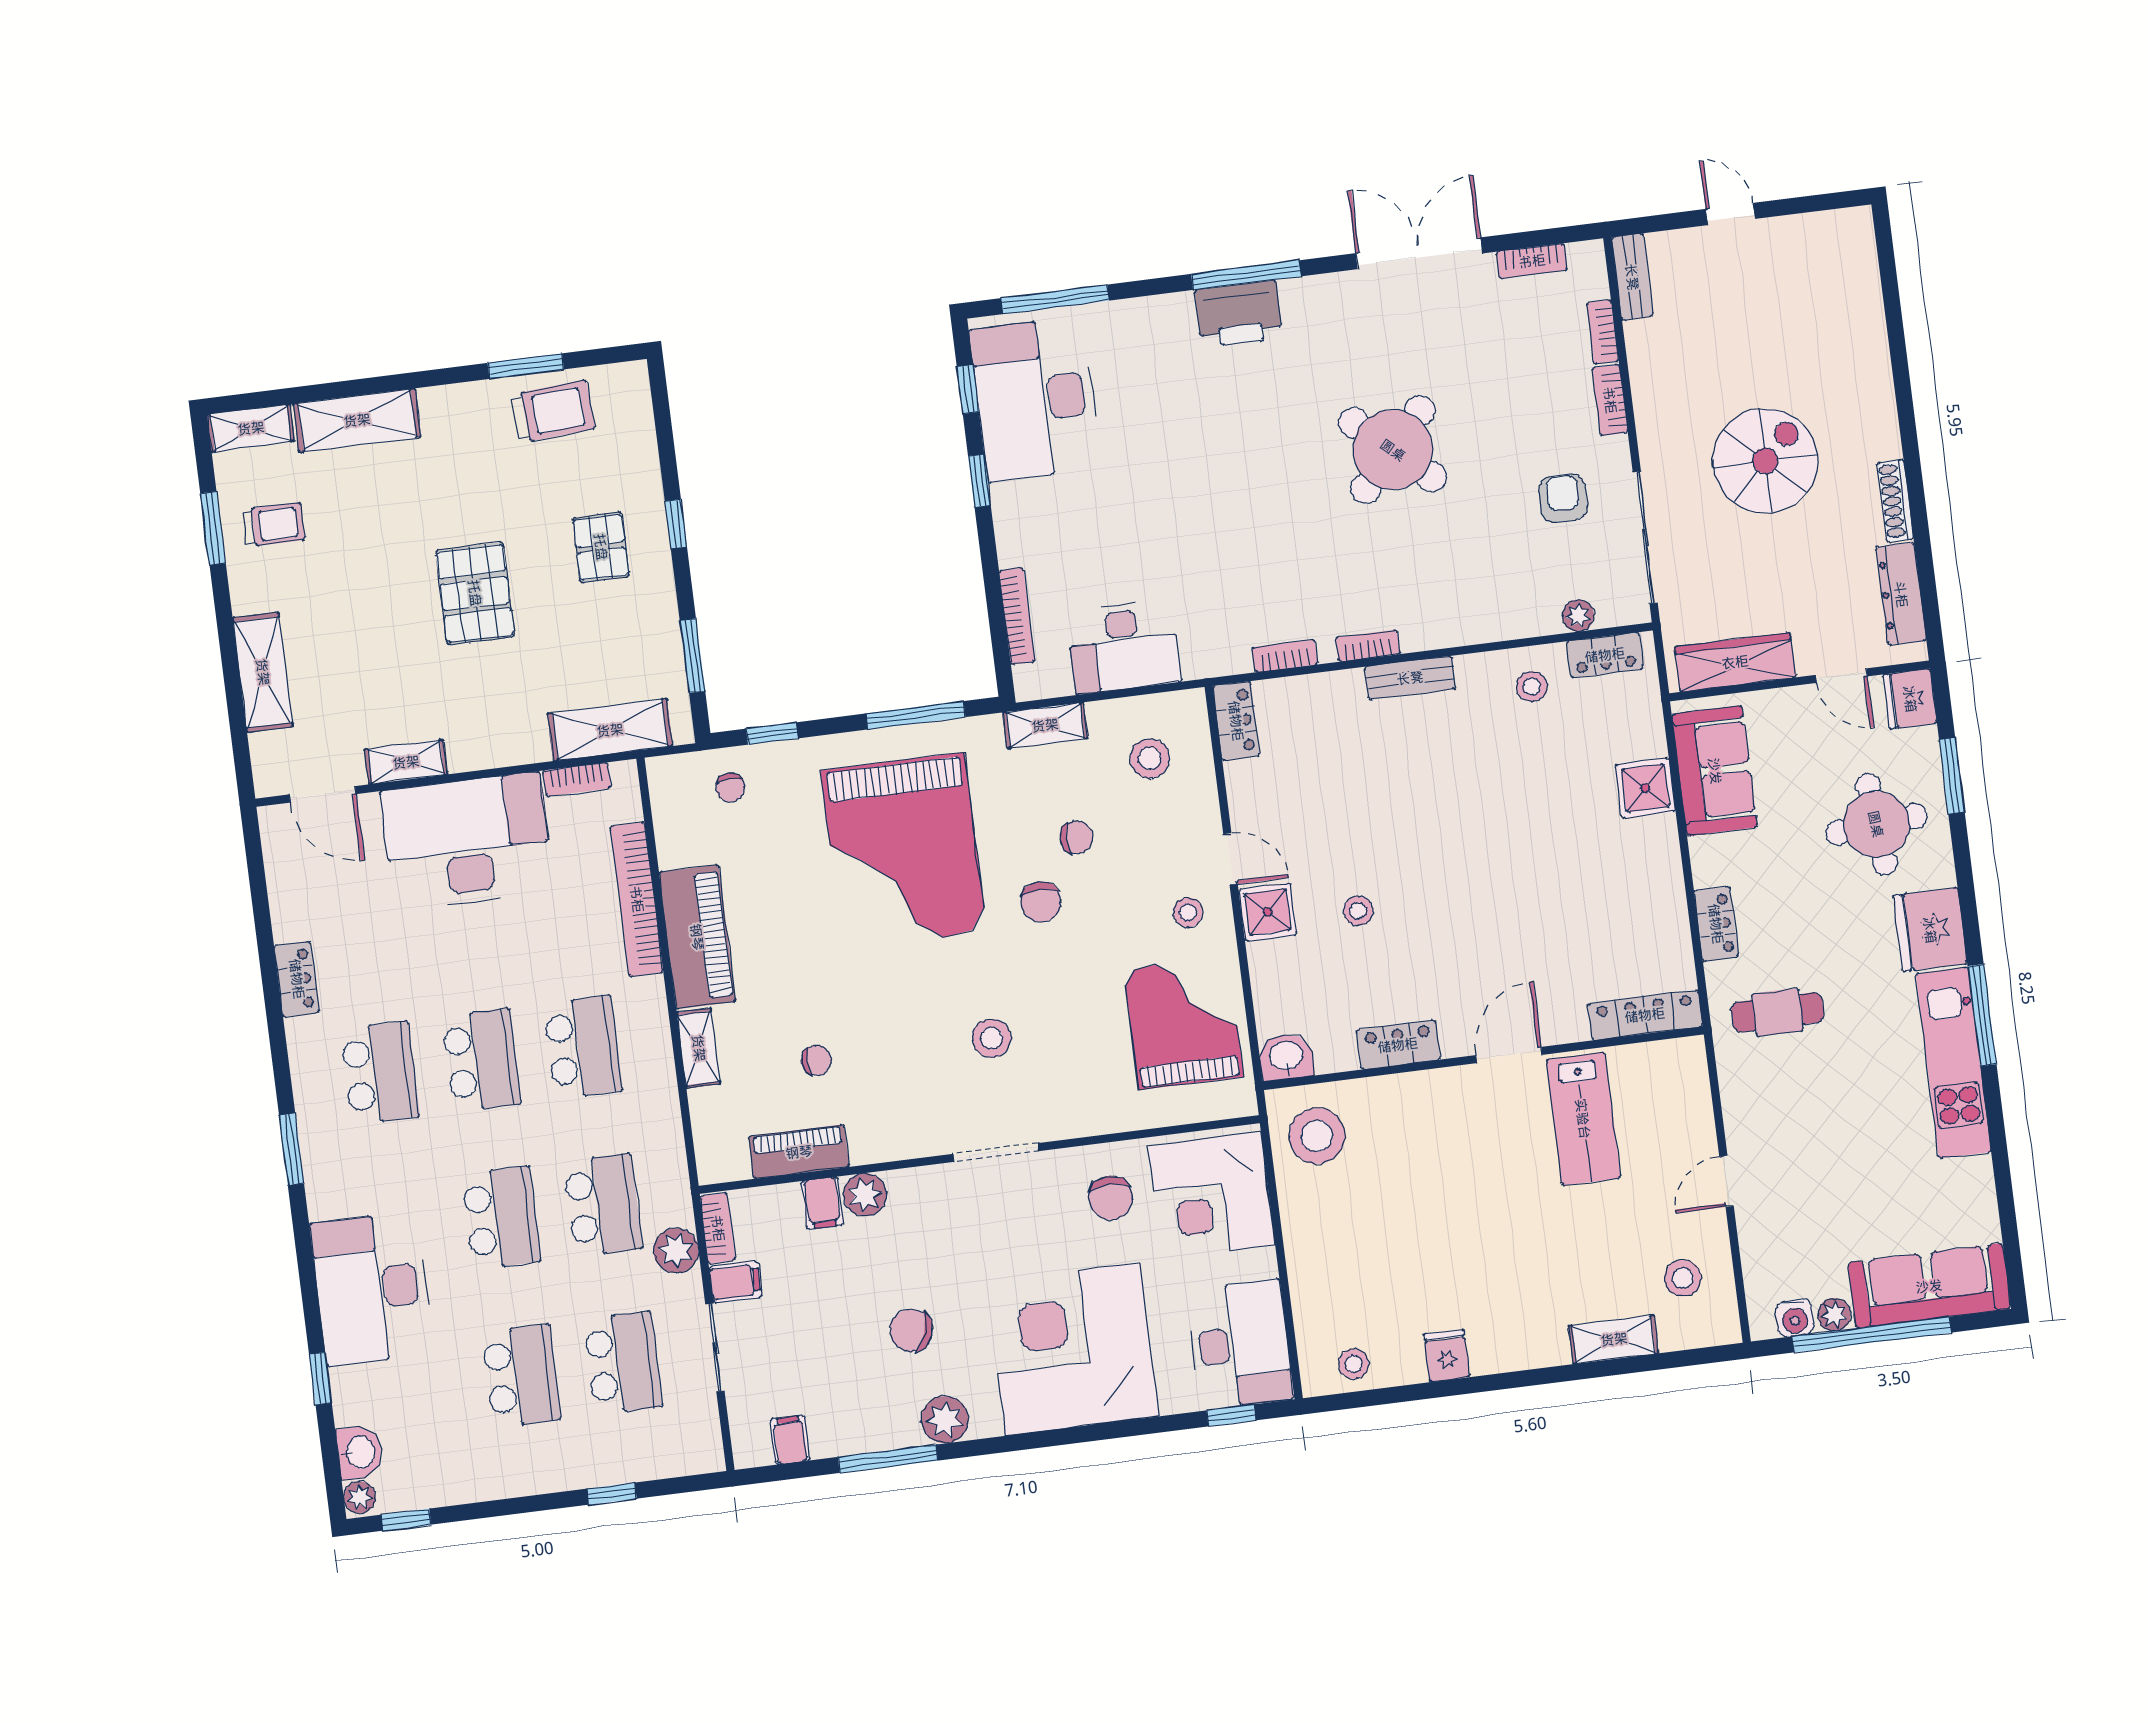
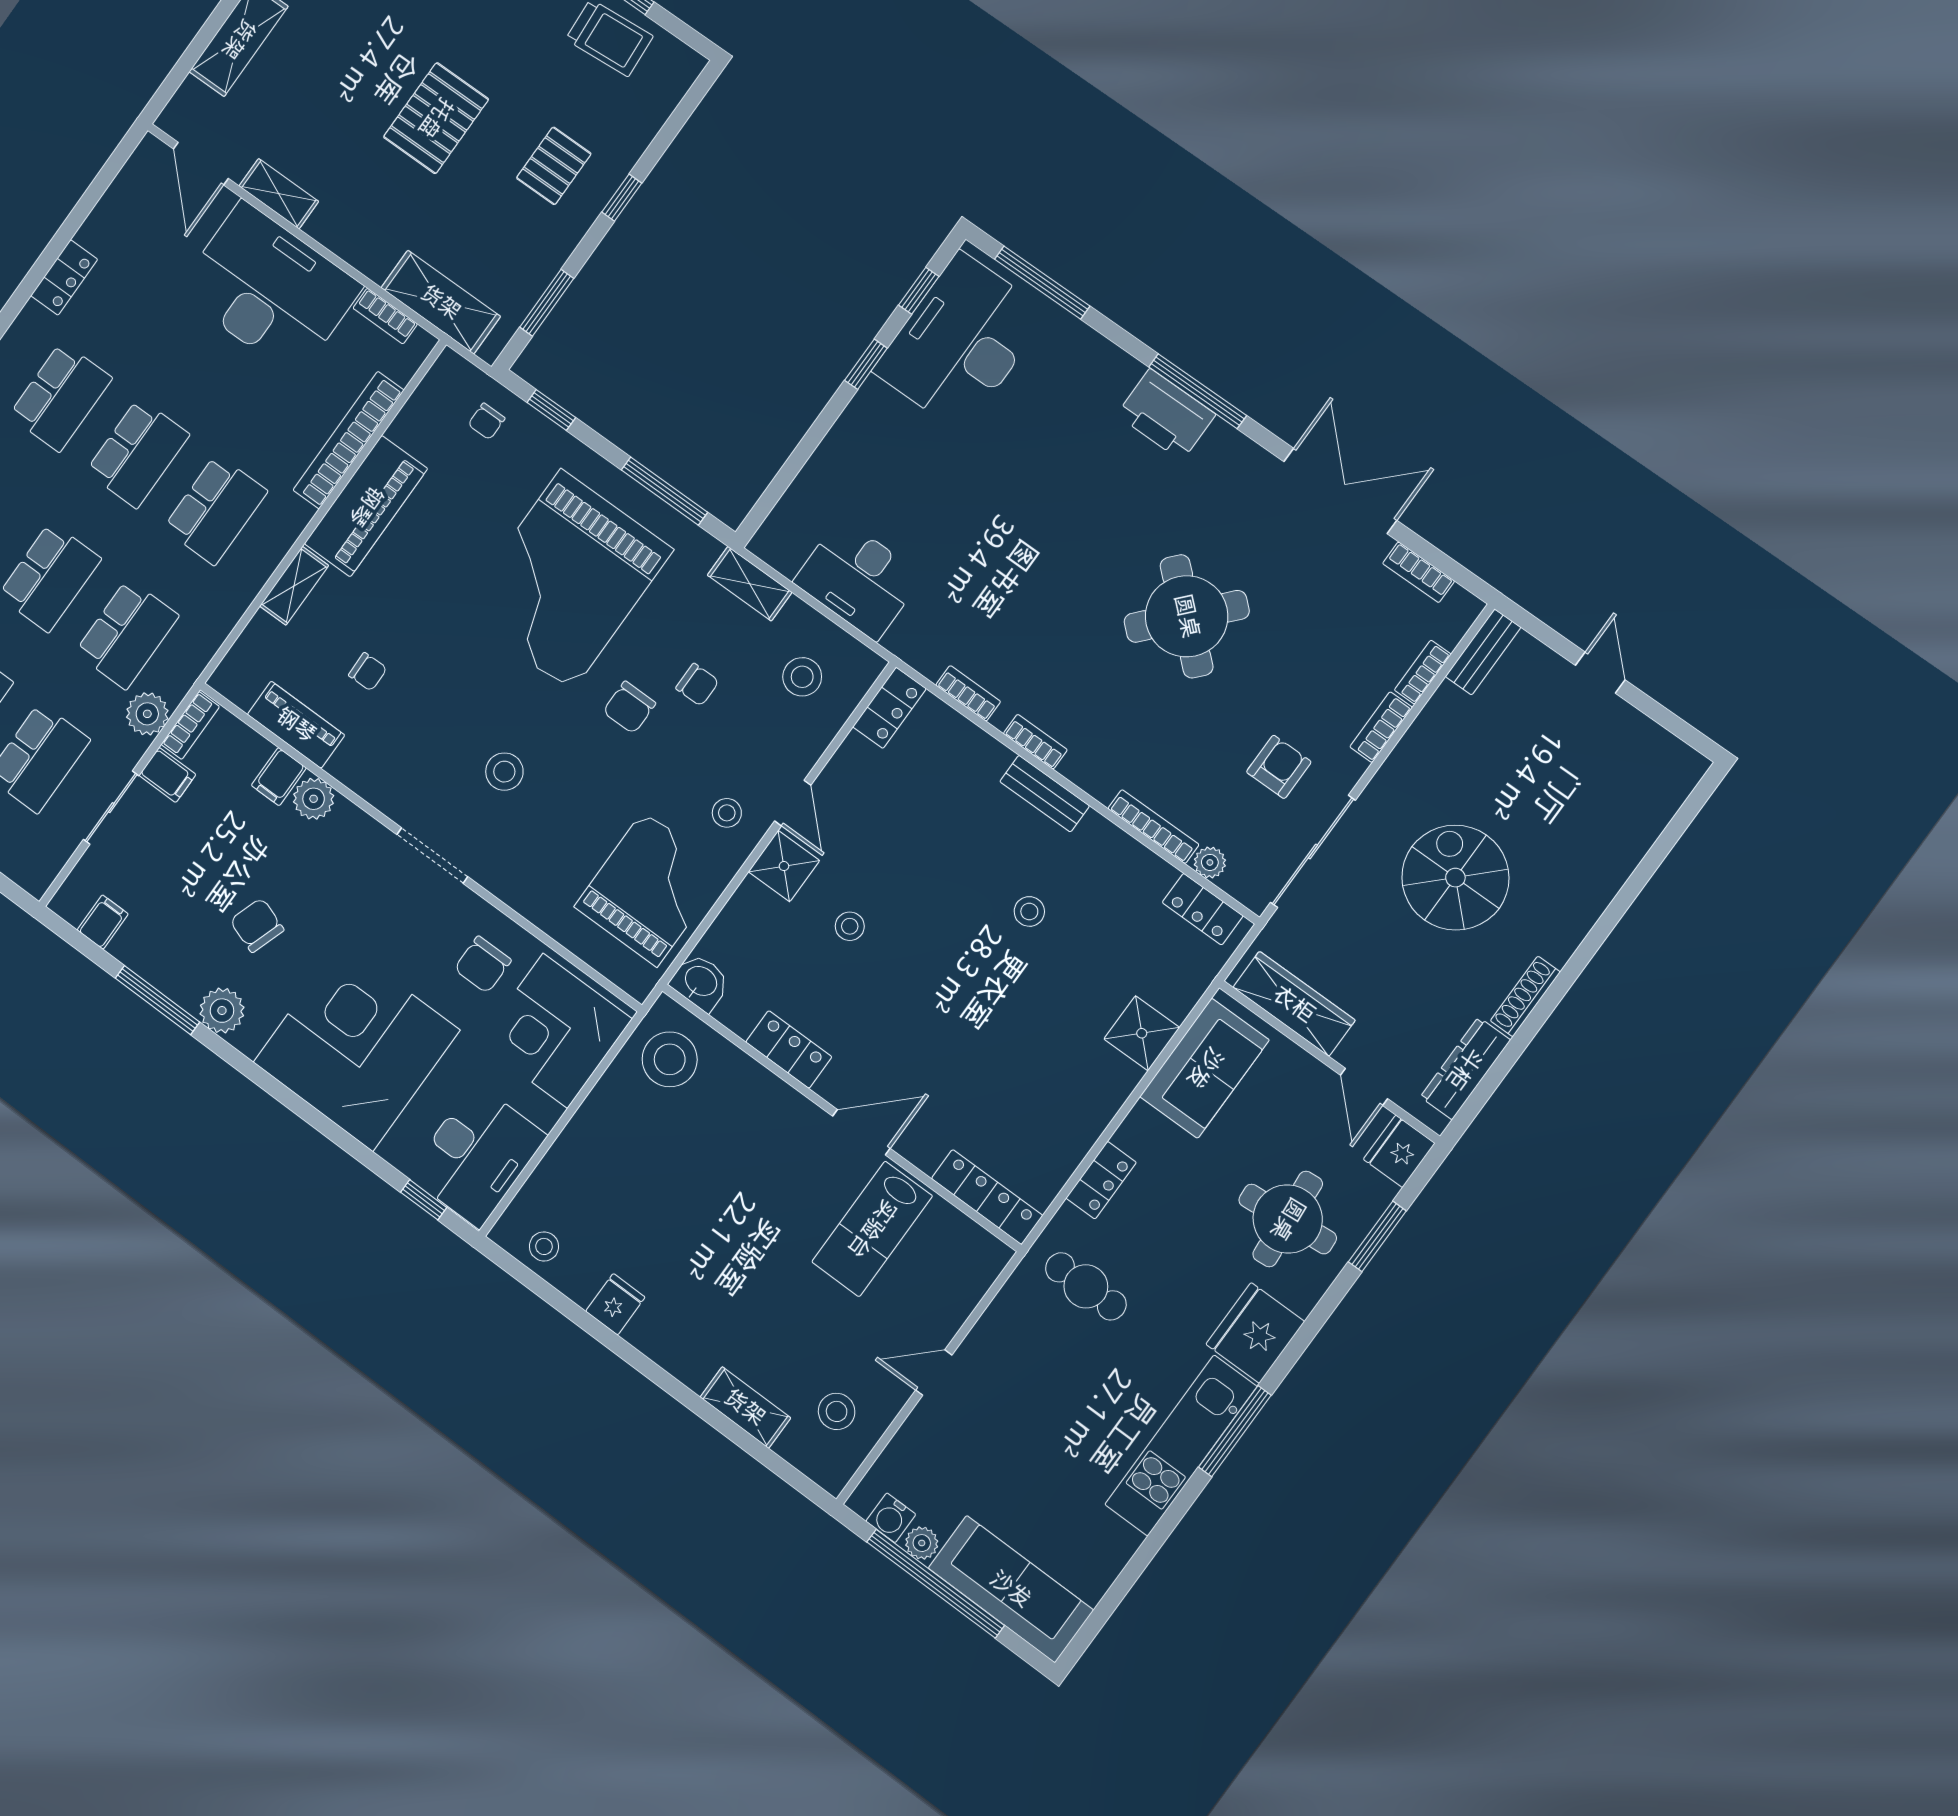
spiral stairs: (1765, 461) -> (1455, 878), turned -90
bookcase: (1017, 616) -> (1153, 827), moved, turned -90
stool: (1532, 687) -> (1029, 911), moved

